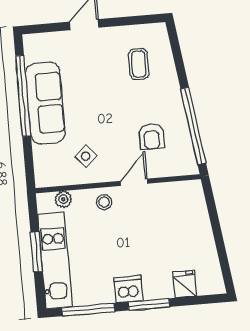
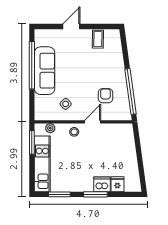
coffee table: (139, 64) -> (98, 39), moved
armchair: (152, 136) -> (105, 96), turned 180
window: (36, 252) -> (32, 142), moved
dishwasher: (128, 289) -> (102, 184), moved
window: (88, 310) -> (59, 194), width x0.69

